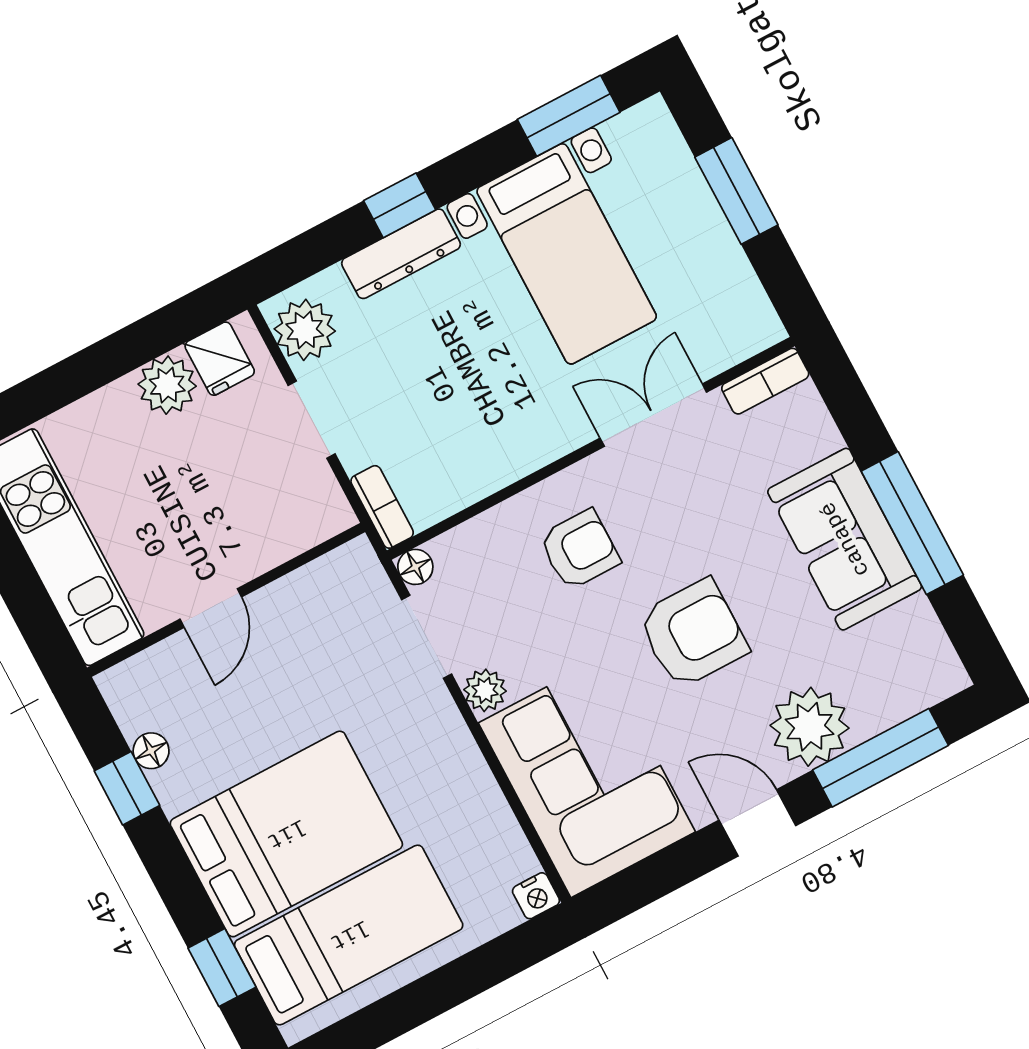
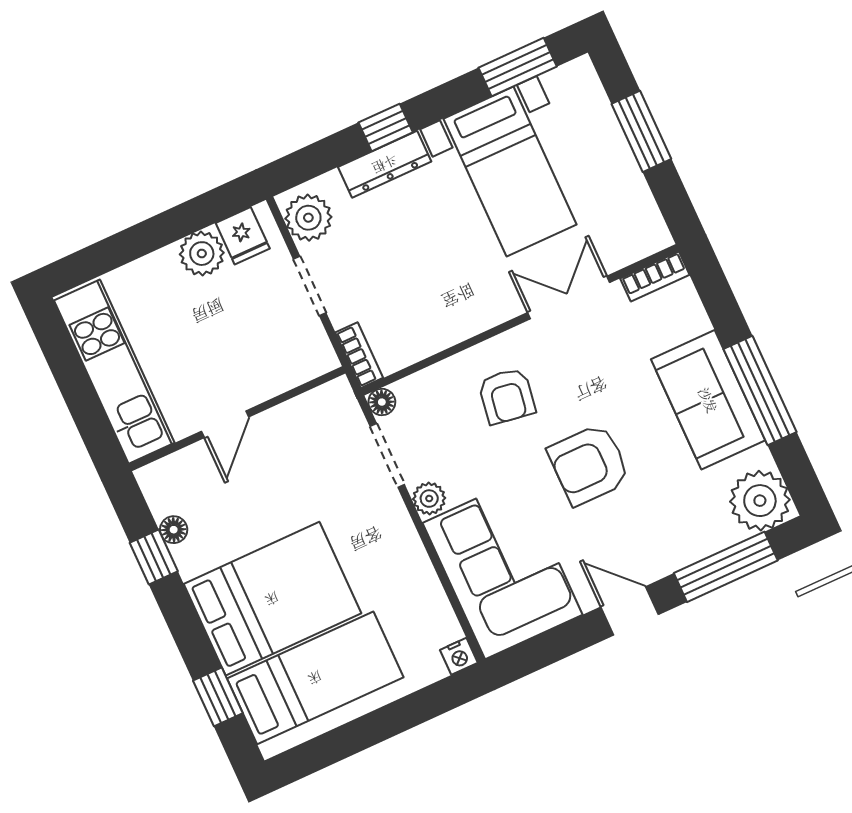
armchair: (579, 550) -> (507, 396), turned 99
armchair: (693, 633) -> (589, 465), turned 180
plant: (810, 727) -> (760, 501), moved

